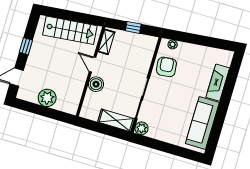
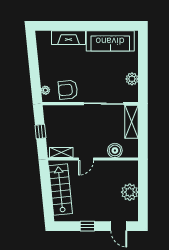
boiler: (96, 84) -> (115, 150), moved
plant: (142, 128) -> (132, 79), moved

